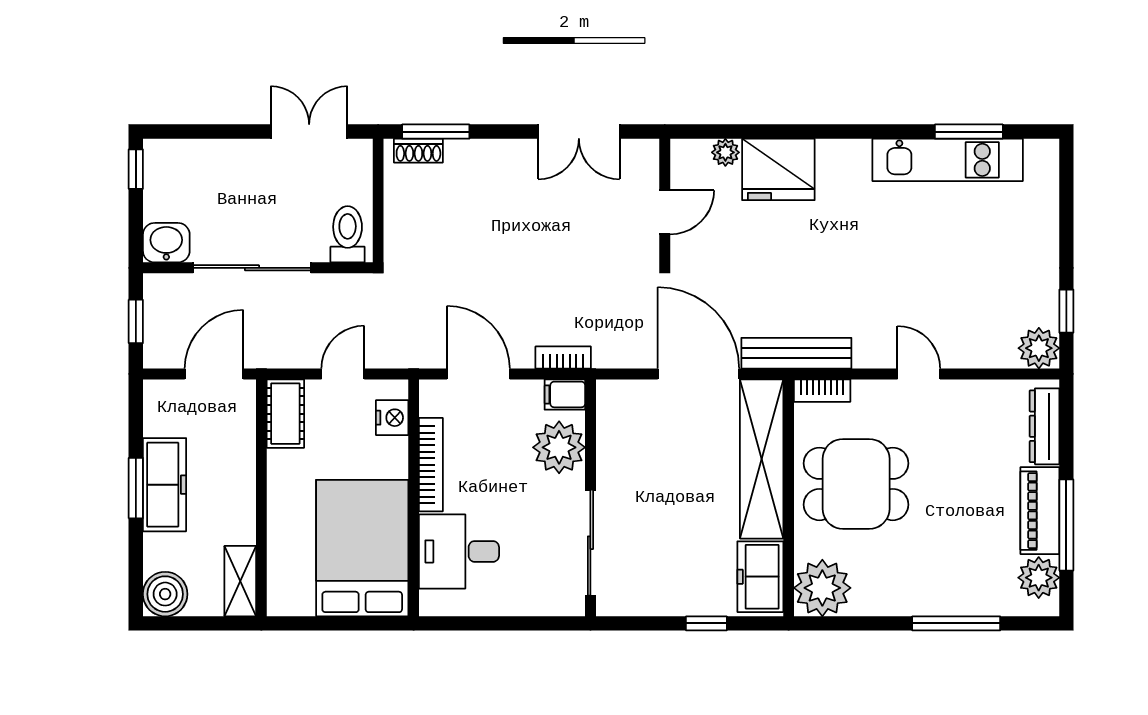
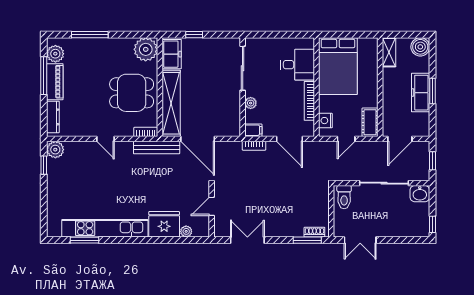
kitchen unit: (948, 160) -> (105, 228), width x1.36
plant: (559, 447) -> (251, 103), width x0.53, depth x0.53

